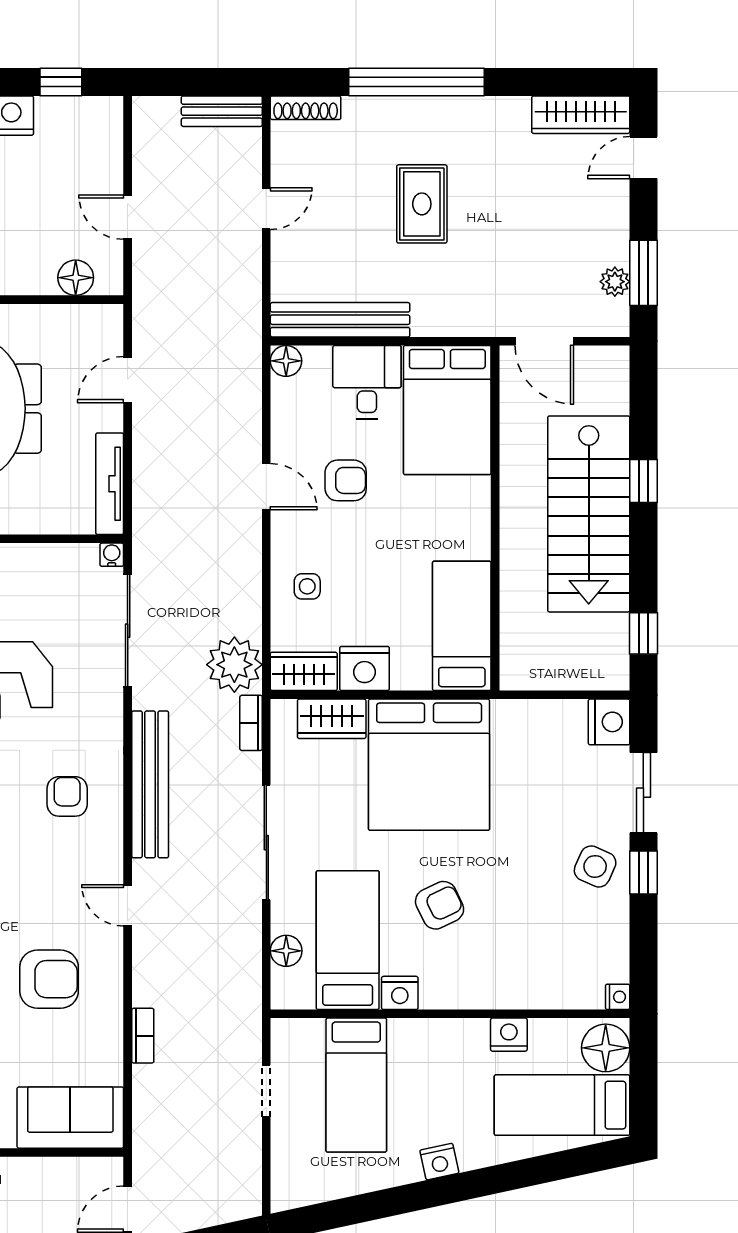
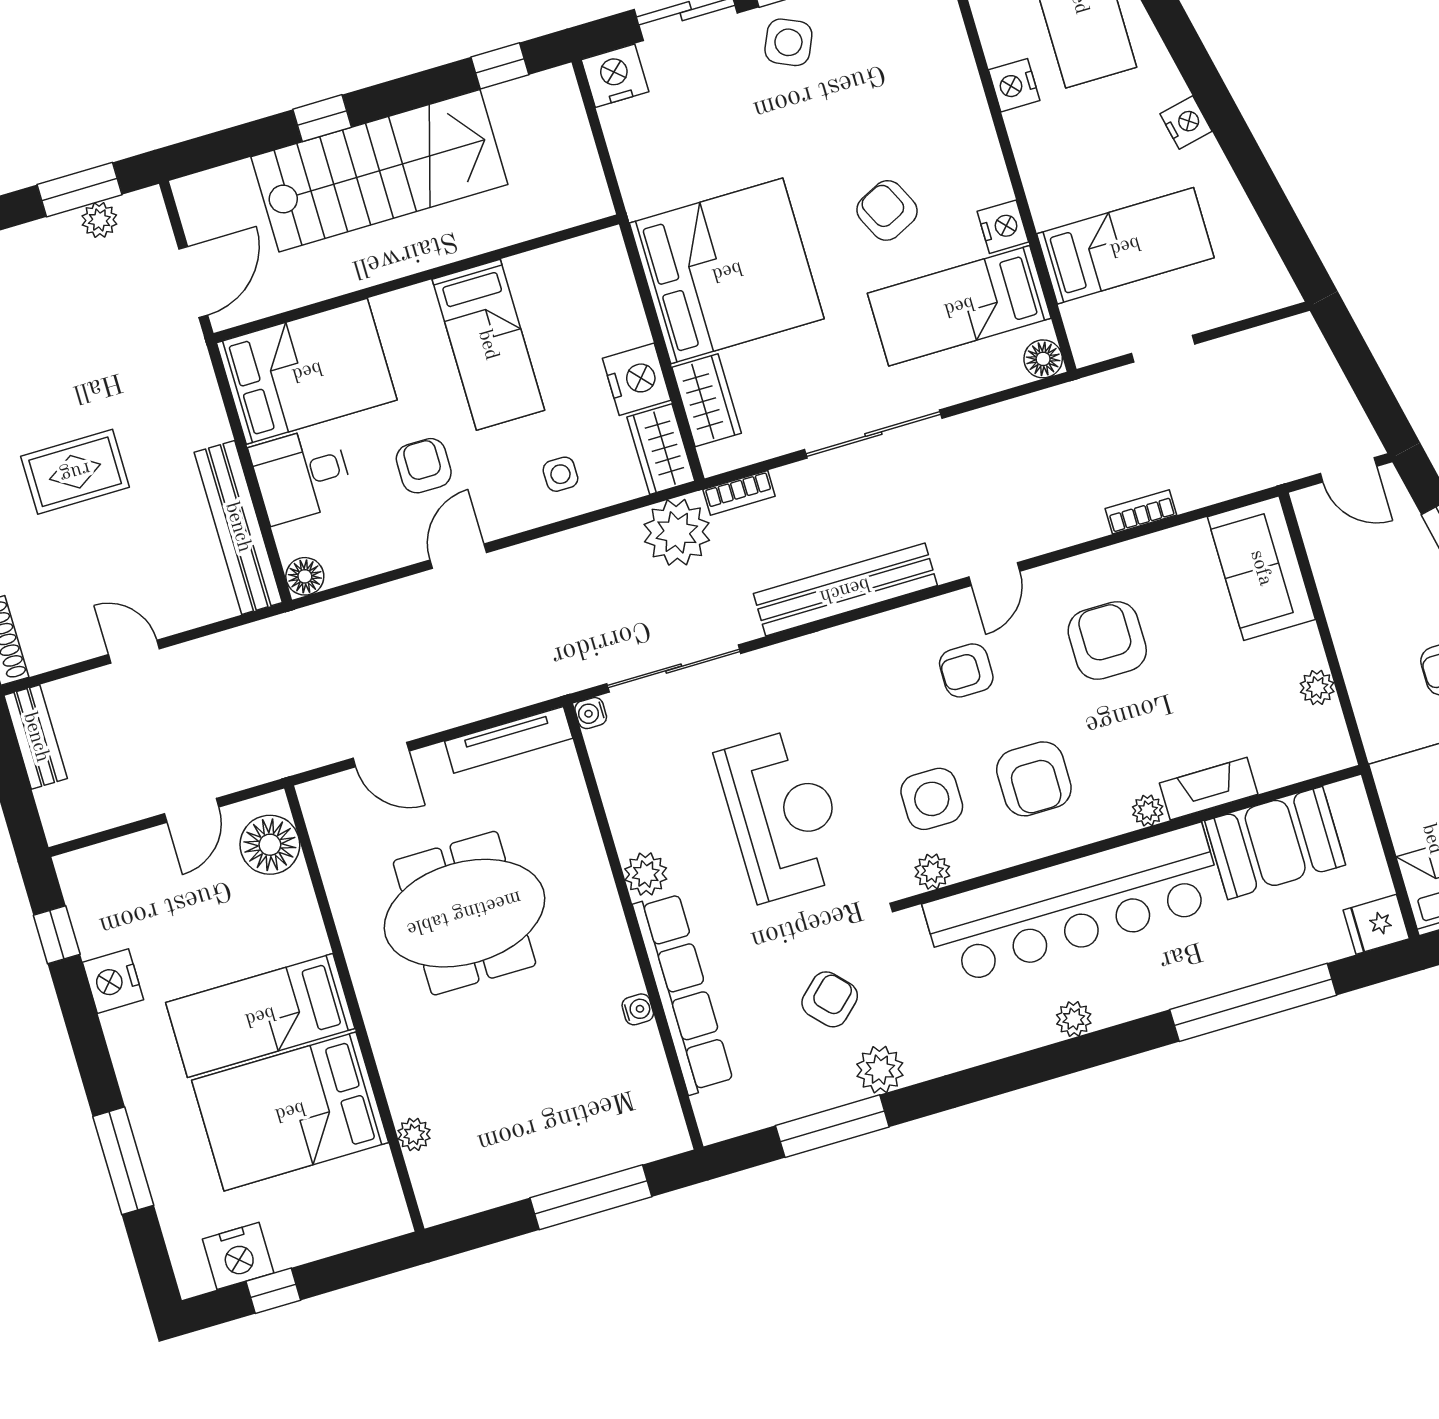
floor lamp: (76, 278) -> (270, 845), width x1.38, depth x1.38
bed: (462, 626) -> (488, 345), moved, turned -90
armchair: (67, 796) -> (966, 670), moved
floor lamp: (286, 951) -> (1043, 359), moved

